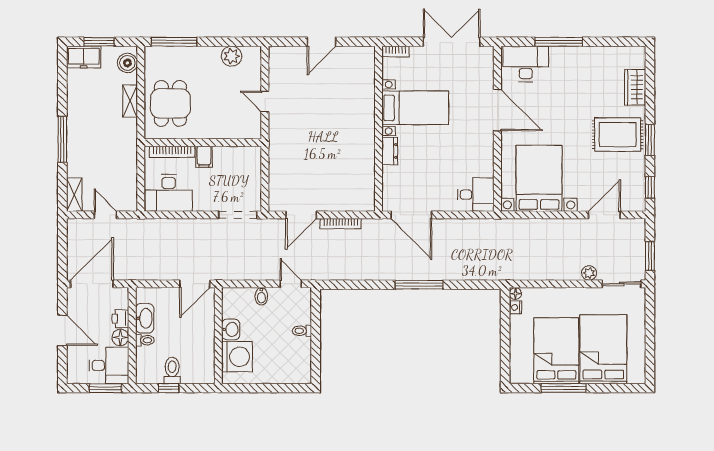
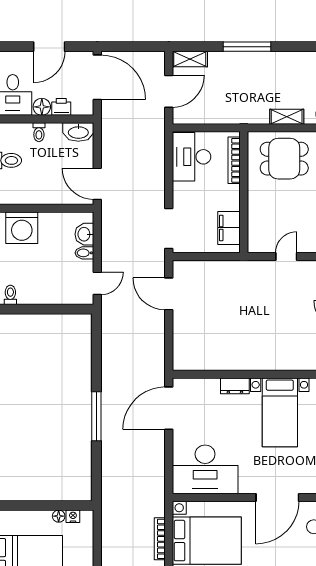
filing cabinet: (204, 157) -> (229, 228), moved, width x2.00
desk: (476, 195) -> (205, 469), width x1.87, depth x1.30
door: (105, 215) -> (169, 91), width x1.38
bookcase: (341, 224) -> (160, 539), moved
floor lamp: (515, 294) -> (59, 516), moved
washbasin: (145, 318) -> (78, 132), moved
washbasin: (231, 329) -> (84, 234), moved, turned 90
toilet: (302, 331) -> (10, 295), moved

